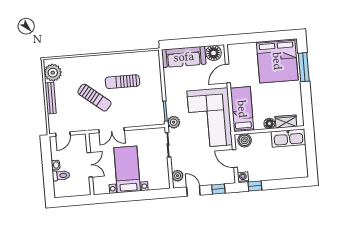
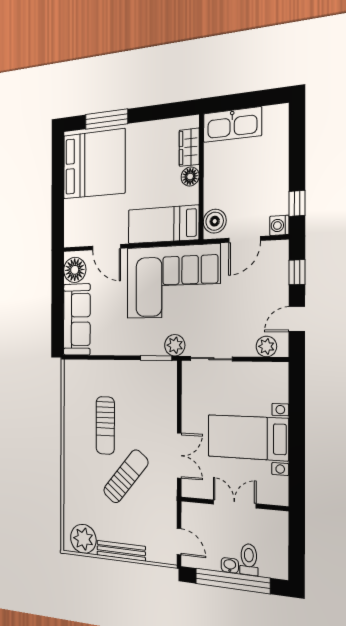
kitchen sink: (288, 138) -> (232, 125), moved, turned 90
window: (47, 167) -> (232, 581), added

